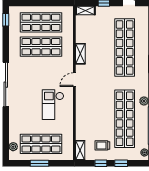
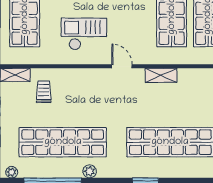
trolley: (102, 145) -> (44, 92), moved

